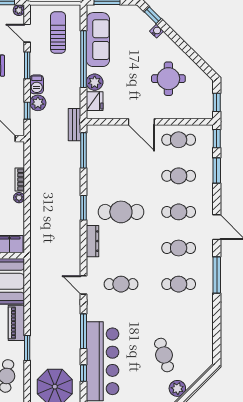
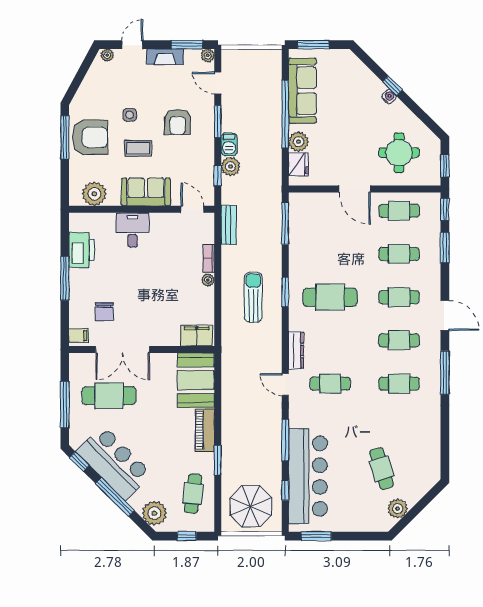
window: (153, 15) -> (392, 86), moved
water cooler: (157, 31) -> (389, 97), moved
sun lounger: (58, 33) -> (253, 297), moved
round table: (168, 79) -> (399, 153), moved
bench: (74, 125) -> (228, 225), moved
dresser: (93, 241) -> (296, 350), moved

